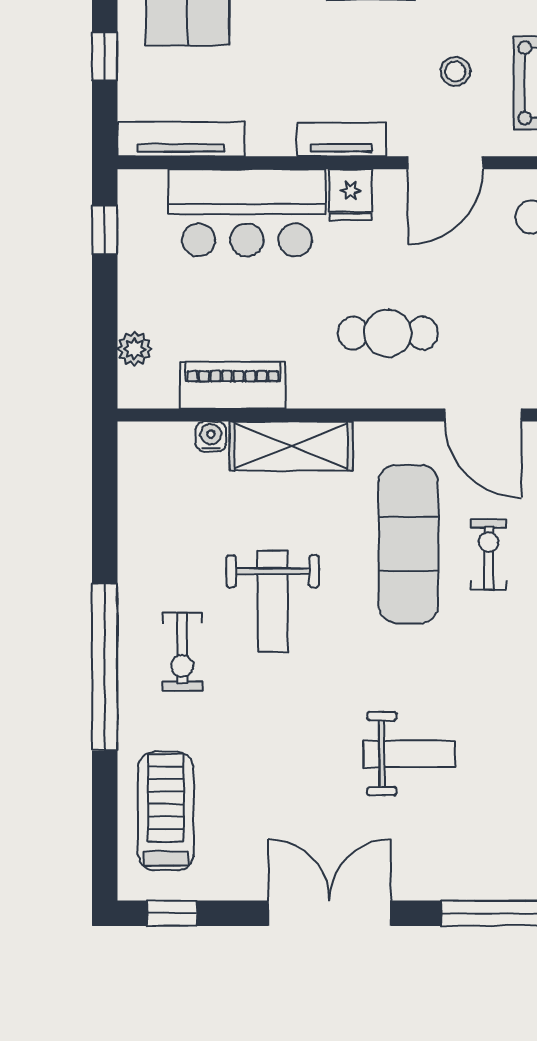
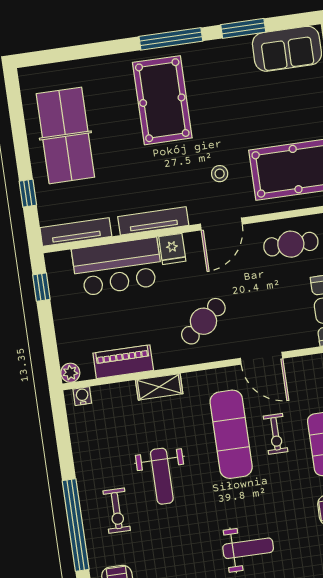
tv unit: (342, 139) -> (153, 221), width x1.41
cafe table: (388, 333) -> (203, 321), turned -39
plant: (135, 349) -> (70, 373), moved
water cooler: (211, 436) -> (82, 396), moved
shelving: (291, 446) -> (159, 387), width x0.67, depth x0.75
exercise bike: (489, 555) -> (276, 434), turned 180

